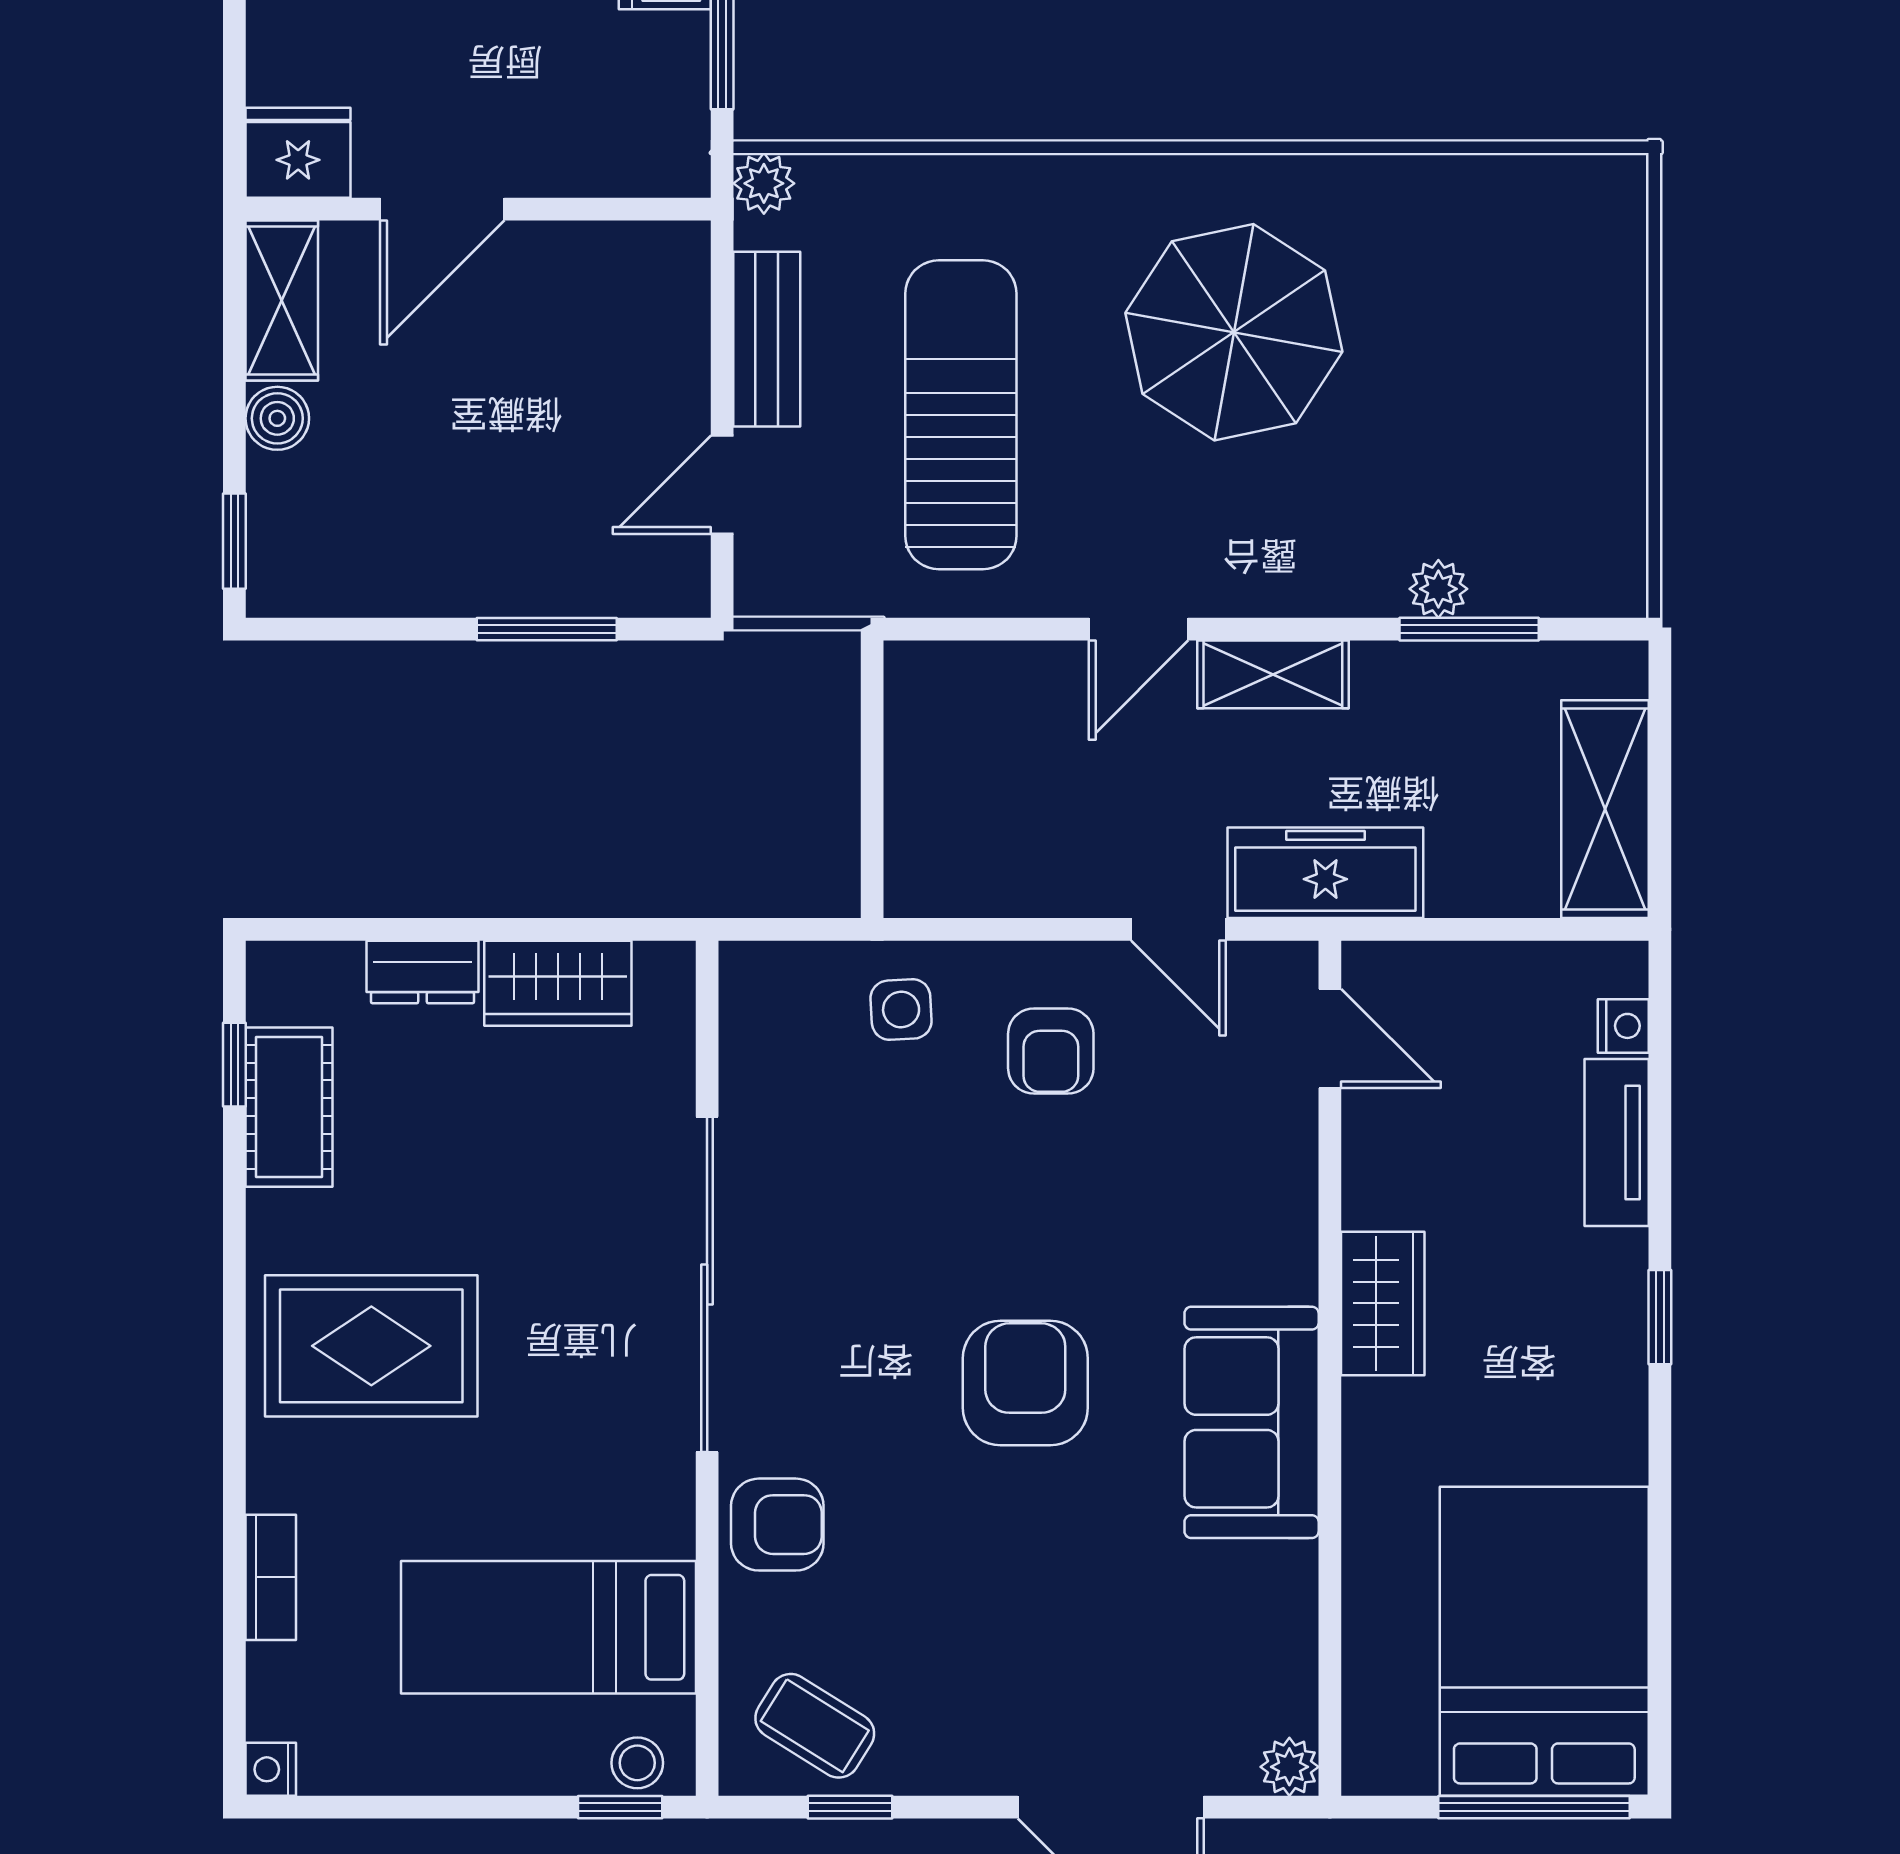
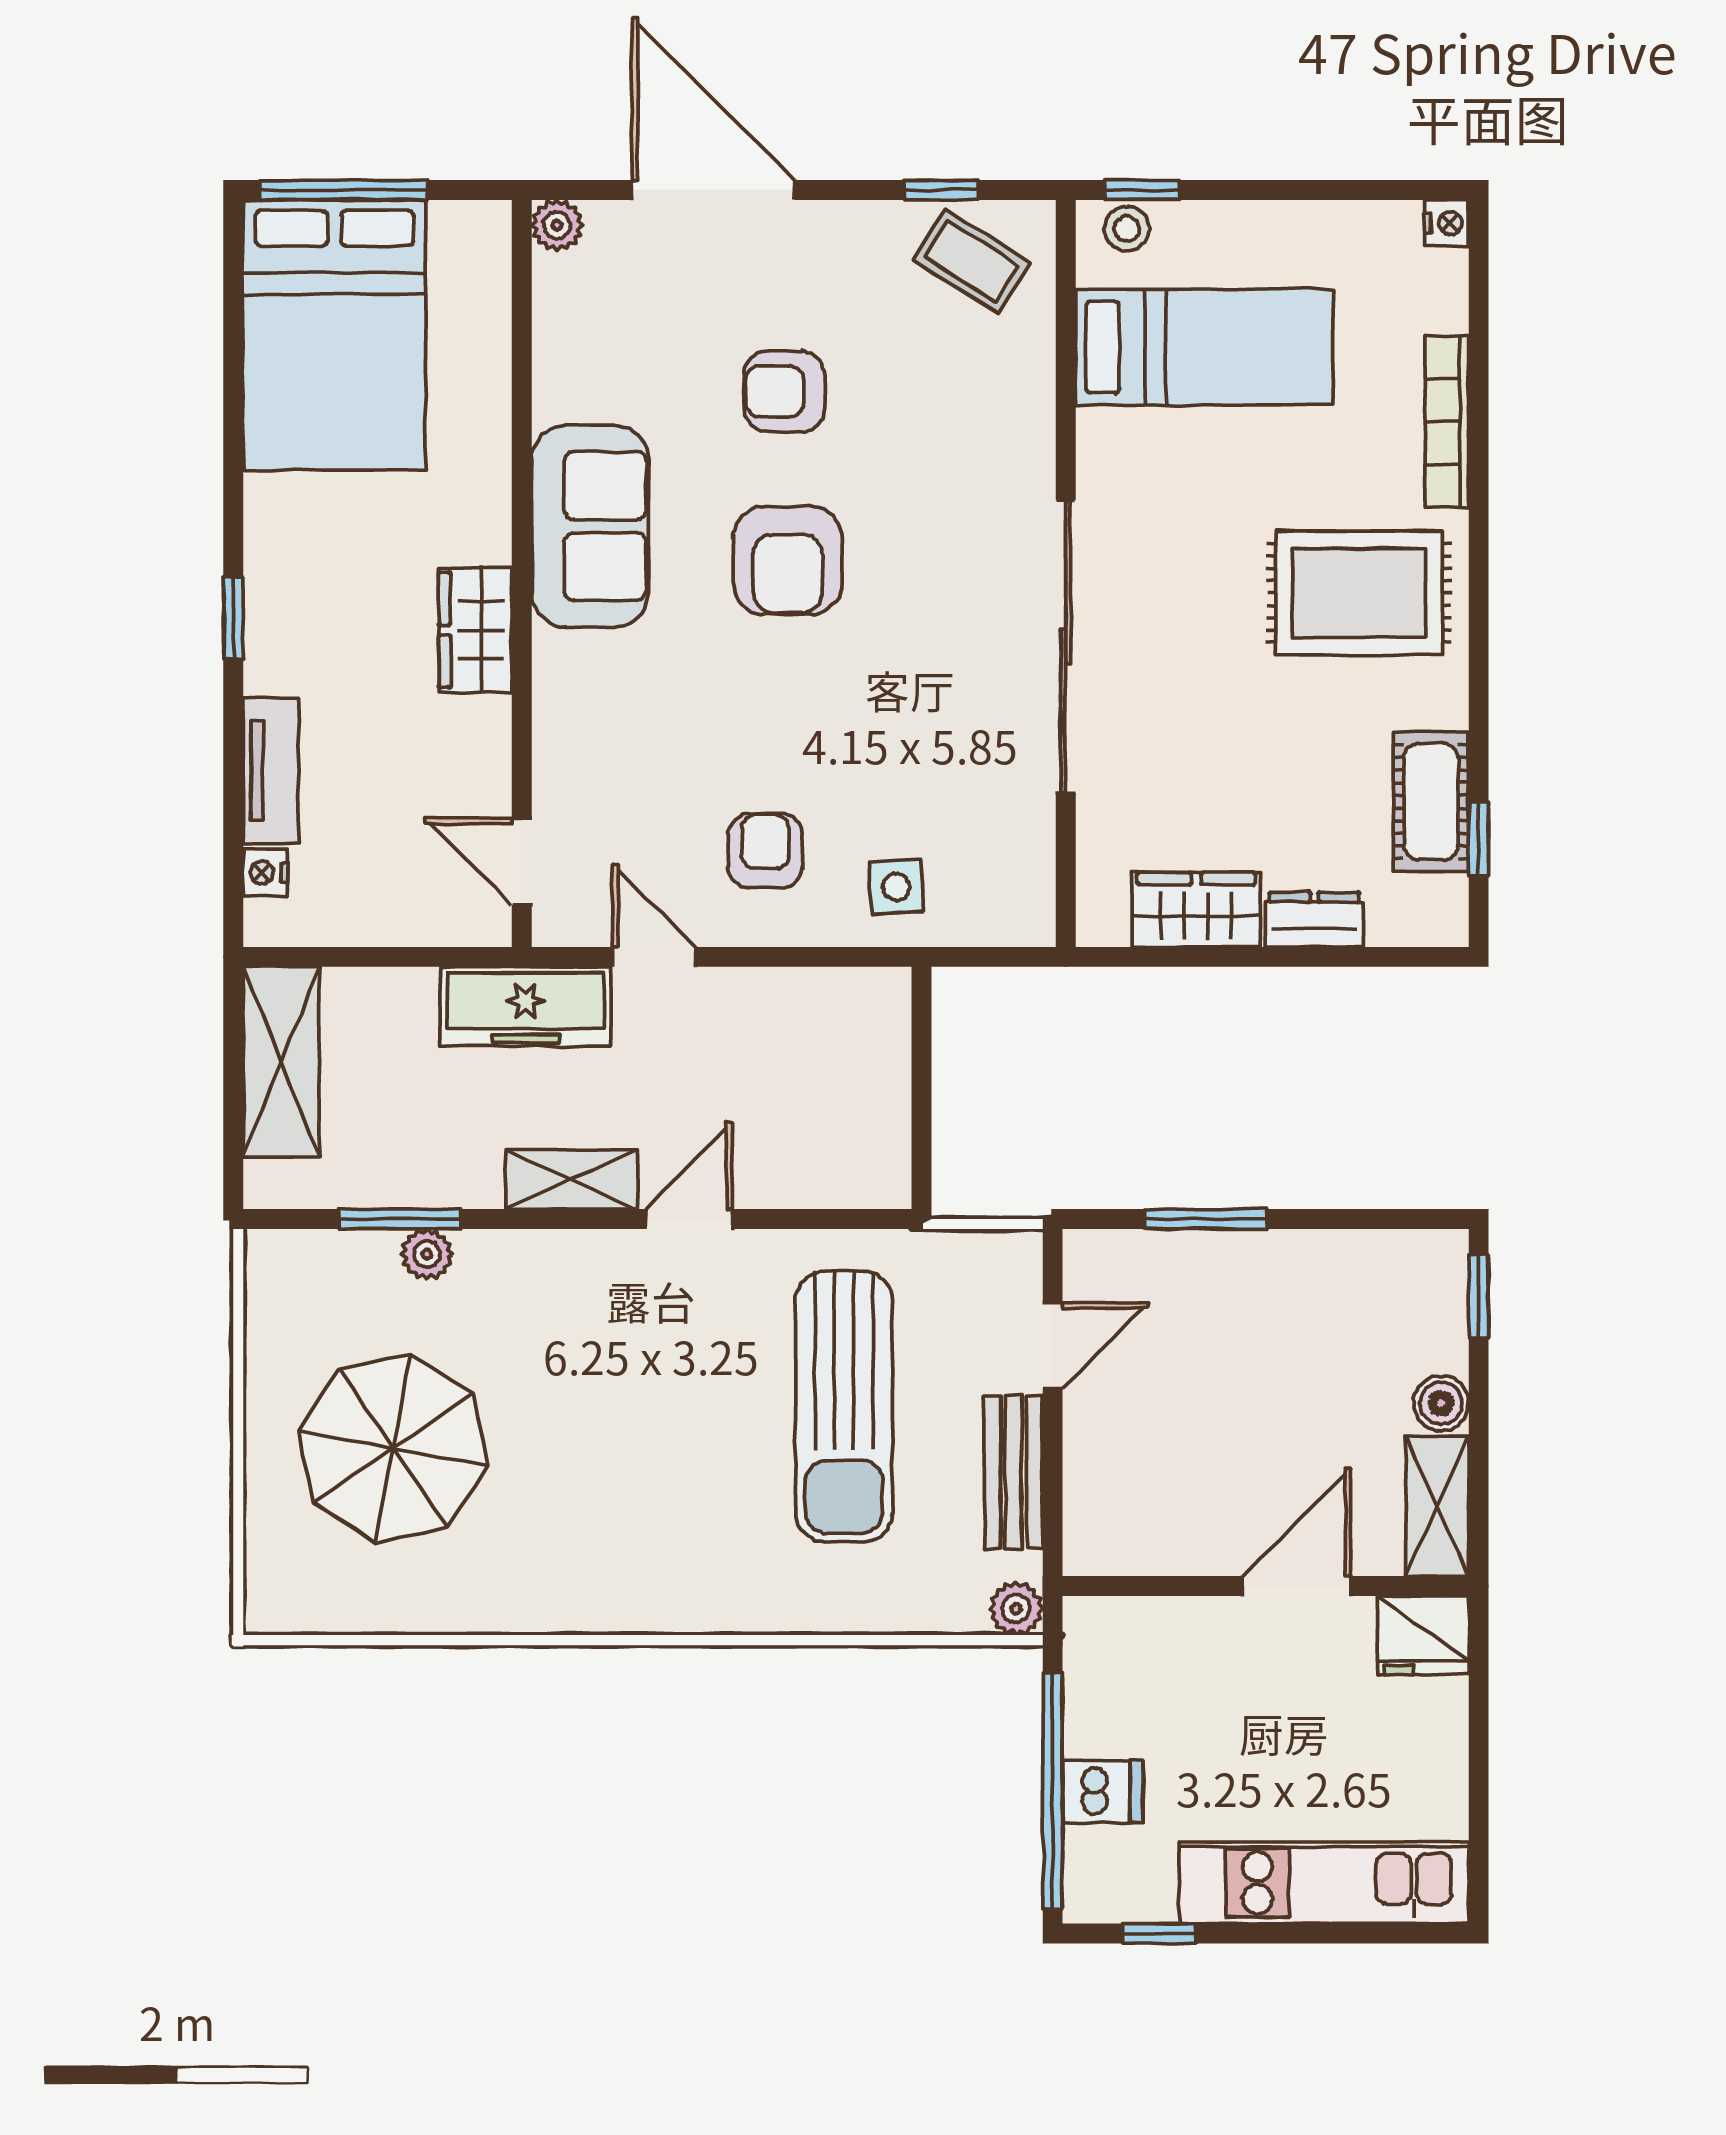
parasol: (1234, 332) -> (393, 1448), moved
armchair: (777, 1525) -> (784, 391), moved
bookcase: (271, 1577) -> (1447, 422), width x1.56

